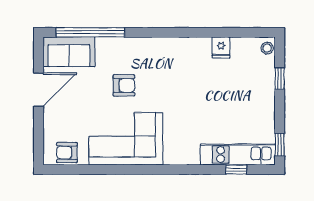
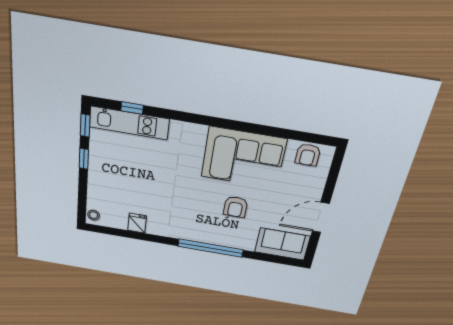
window: (90, 32) -> (210, 248), moved
window: (280, 79) -> (84, 159), moved
armchair: (124, 85) -> (235, 207), turned -90
armchair: (67, 153) -> (308, 155), turned 90

